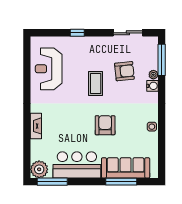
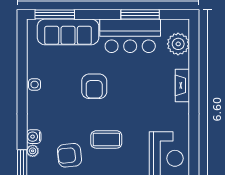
coffee table: (96, 84) -> (106, 139), turned 90
plant: (39, 169) -> (178, 44), moved
window: (52, 182) -> (140, 14), moved
window: (121, 182) -> (55, 14), moved

